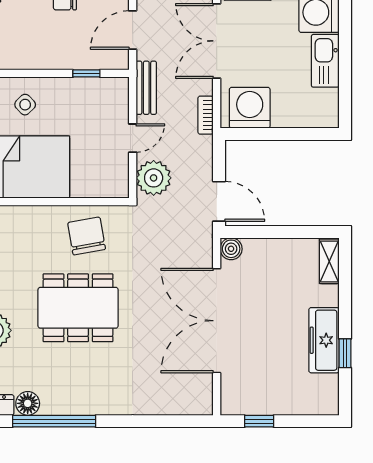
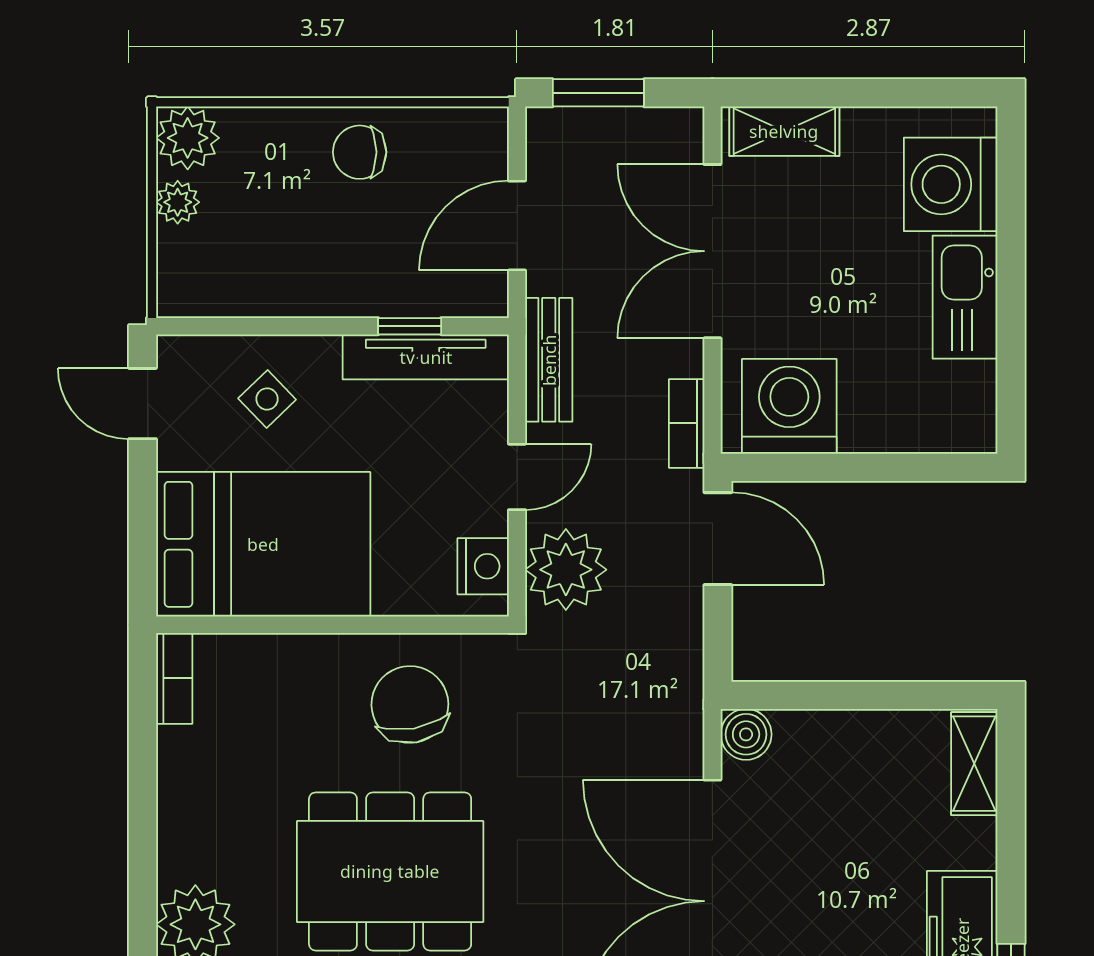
tv unit: (93, 86) -> (426, 357), added
nightstand: (118, 177) -> (483, 566), added
door: (219, 201) -> (718, 539), moved

